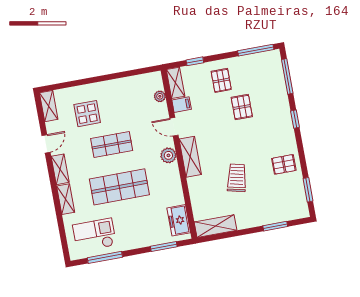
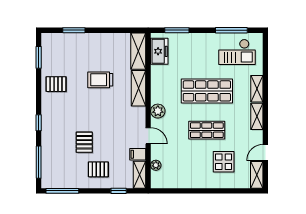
pallet: (221, 80) -> (98, 169), turned 90
door: (46, 144) -> (265, 153), moved
shelving: (190, 157) -> (138, 88), moved
trolley: (237, 178) -> (100, 80), turned 77
shelving: (215, 226) -> (138, 51), moved, turned 90

